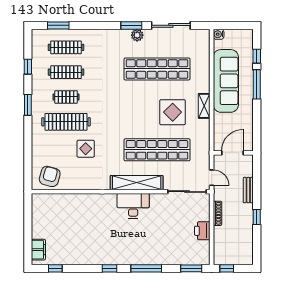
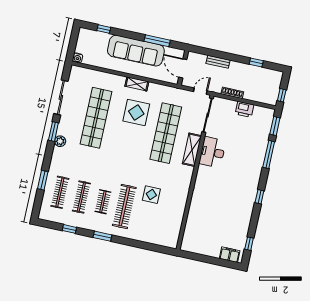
window: (58, 25) -> (43, 180), moved
plant: (137, 35) -> (60, 141), moved
sofa: (226, 81) -> (136, 51), moved, turned 180
window: (257, 84) -> (157, 41), moved
armchair: (50, 176) -> (168, 231), removed
shelving: (137, 183) -> (192, 150), width x0.68
desk: (133, 206) -> (212, 152), moved
window: (257, 217) -> (256, 63), moved
window: (146, 268) -> (269, 154), moved

